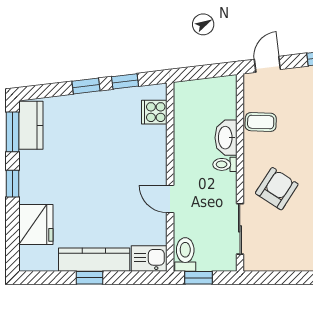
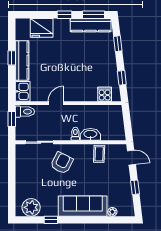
window: (86, 86) -> (118, 44), moved
kitchen counter: (31, 125) -> (91, 25), width x1.50
armchair: (277, 189) -> (62, 163), turned -96

